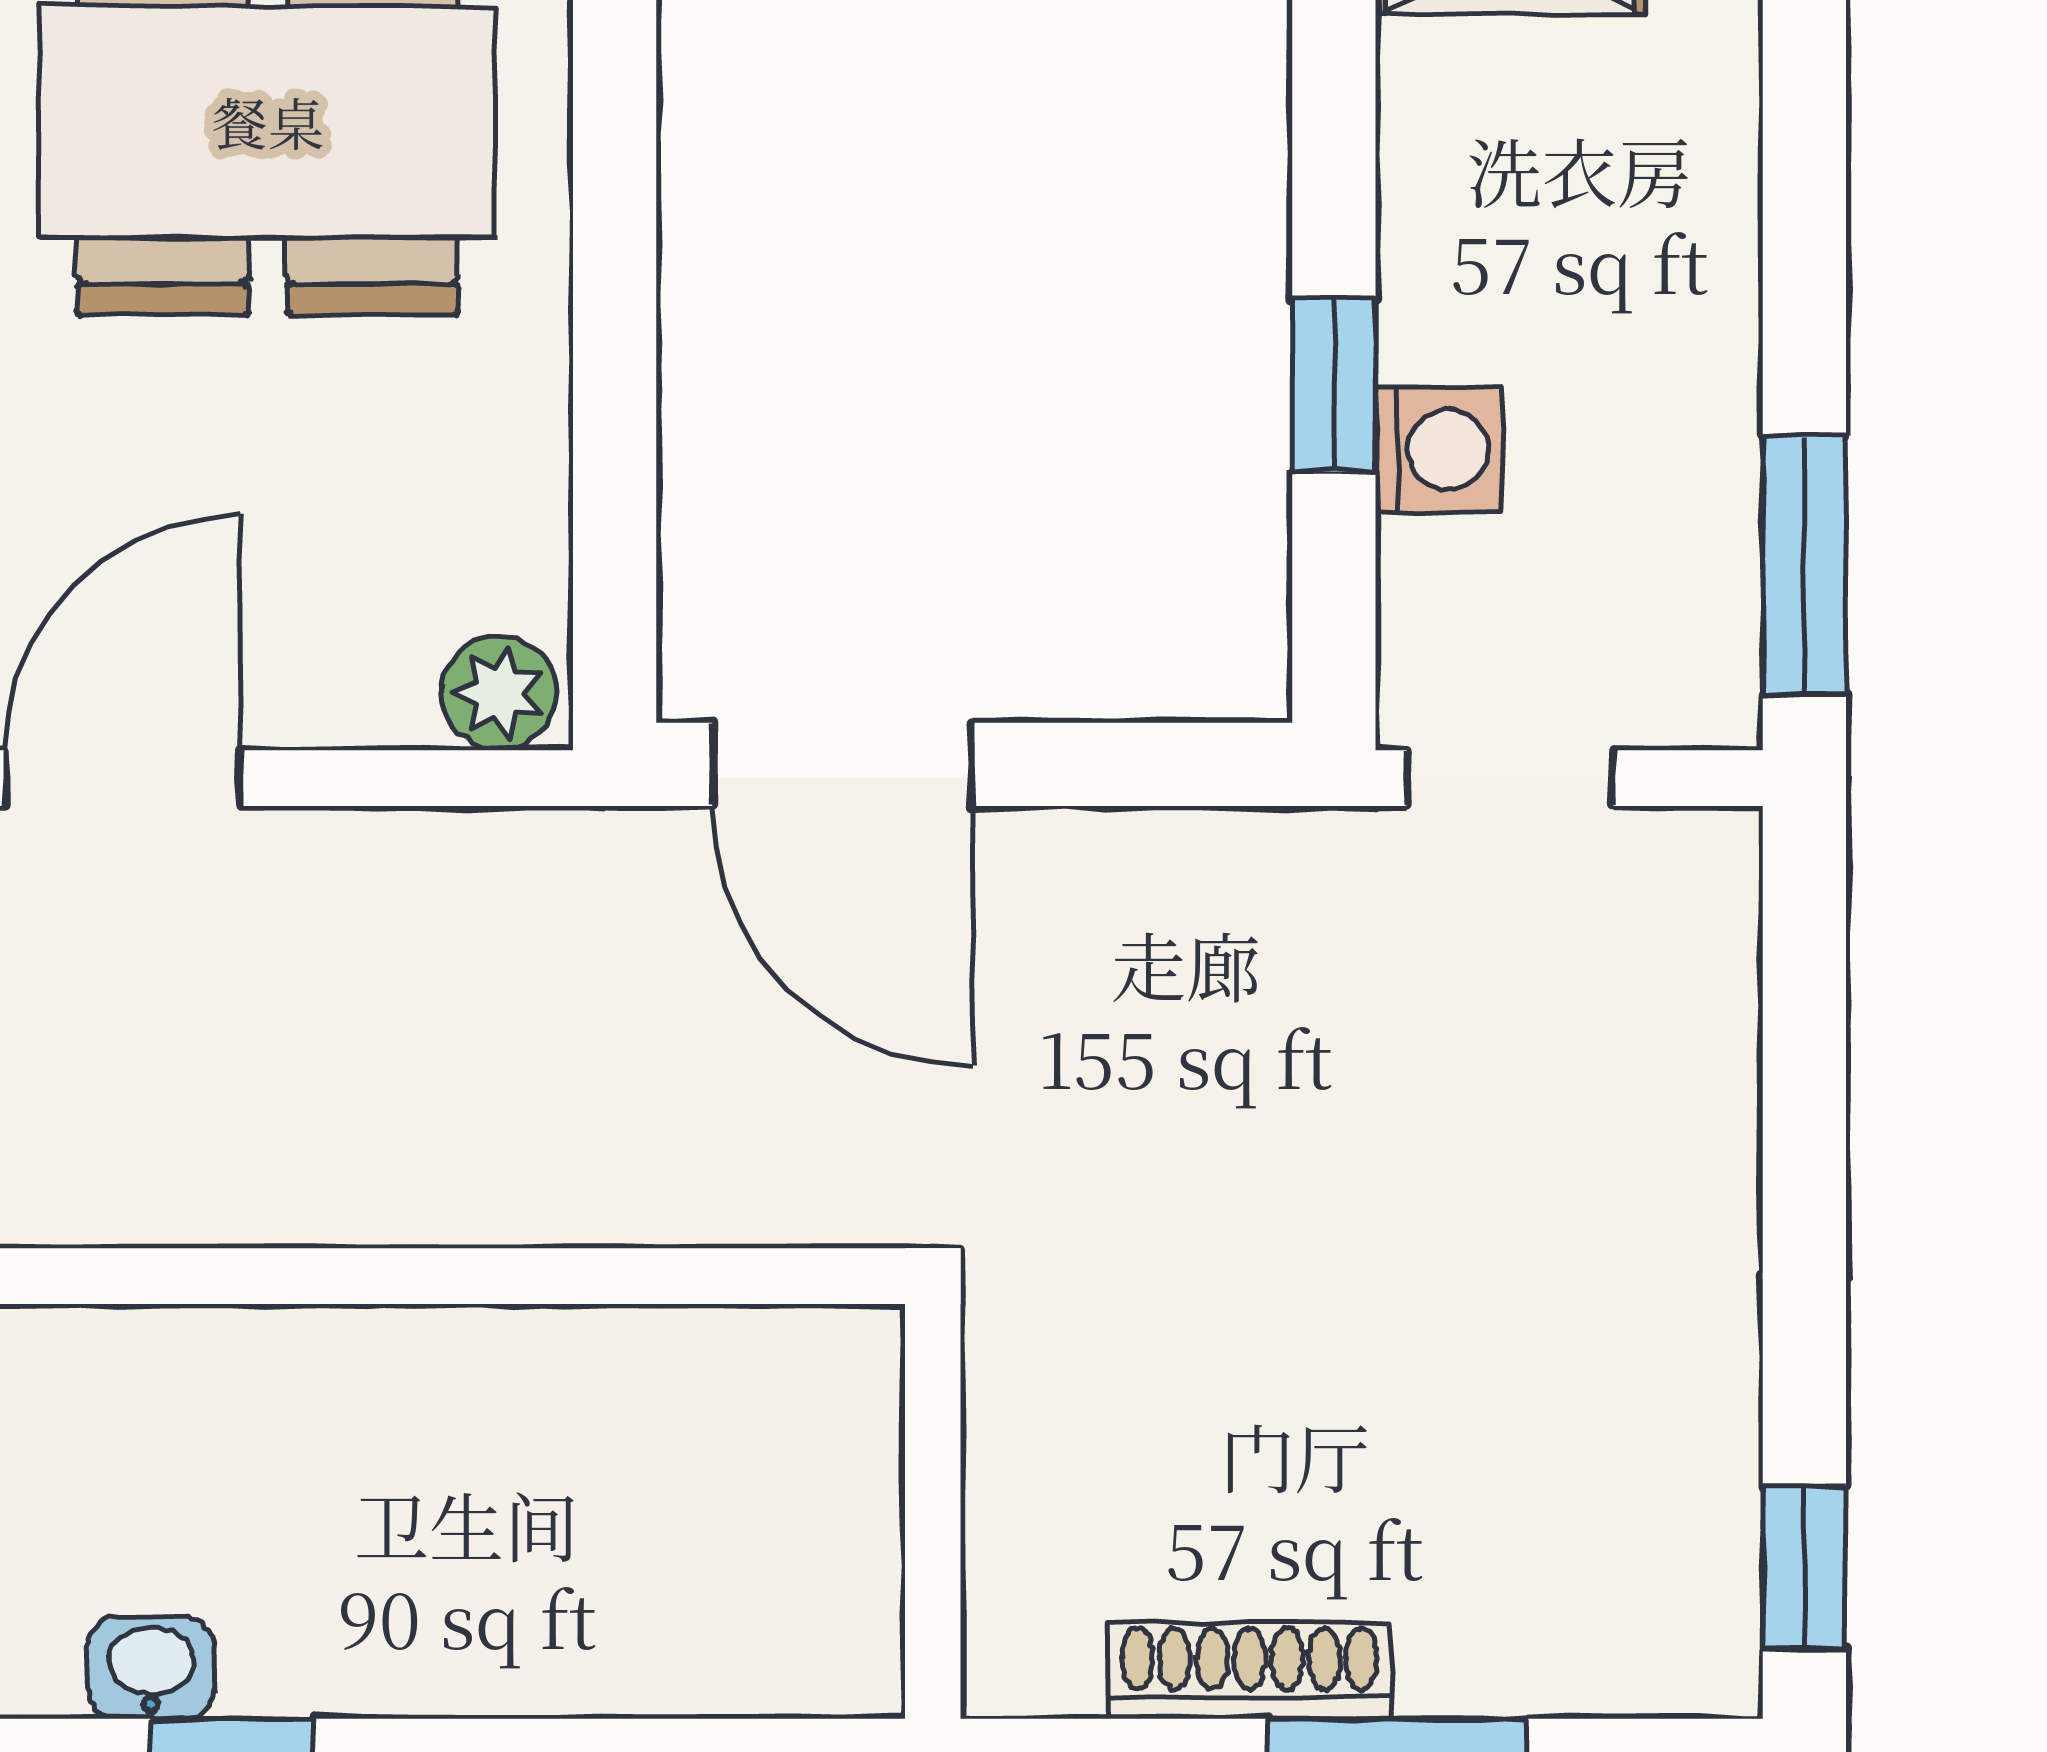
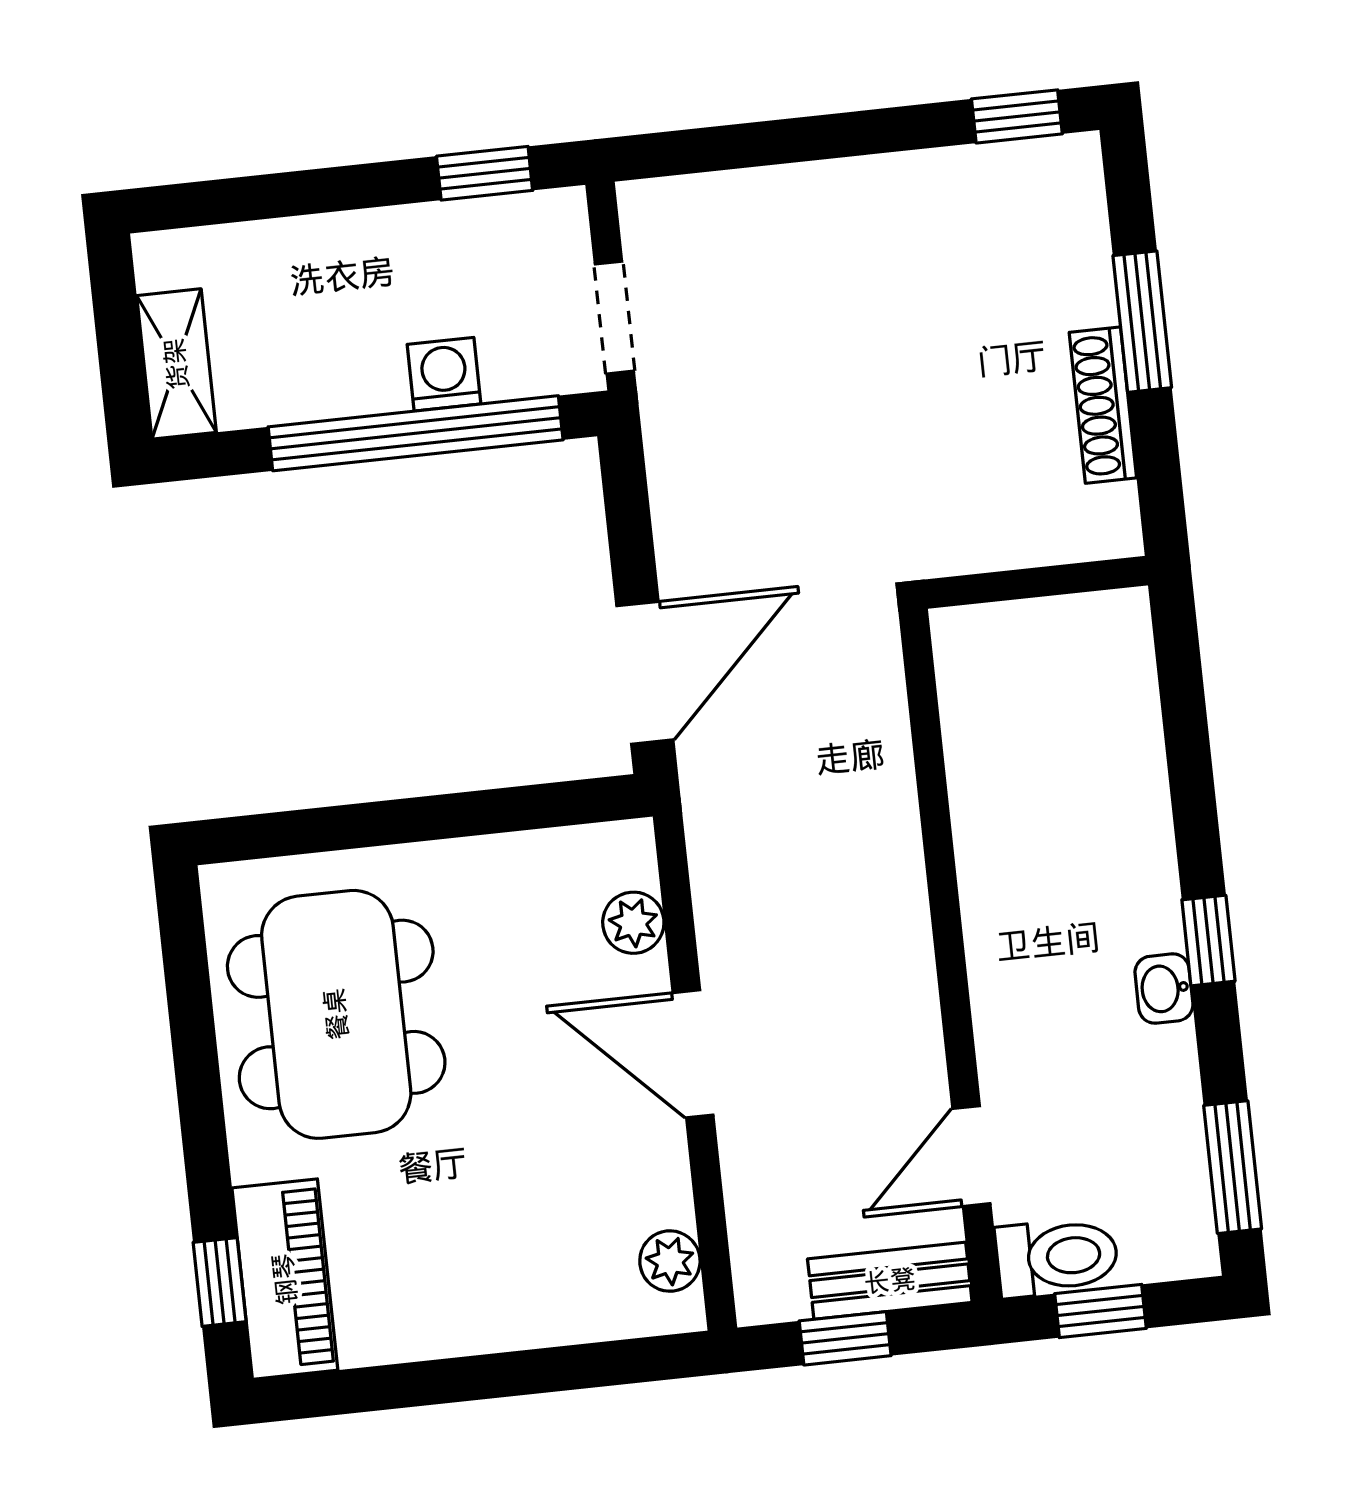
window: (1334, 385) -> (416, 433), width x3.17
window: (1804, 565) -> (485, 173), width x0.67
plant: (499, 693) -> (633, 923), moved

